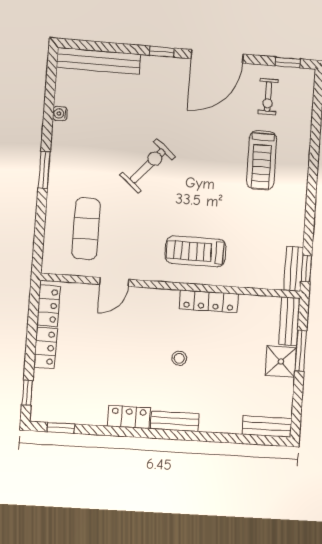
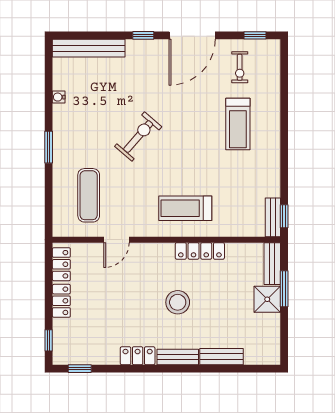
stool: (179, 358) -> (178, 302), width x1.89, depth x1.89
bench: (267, 426) -> (222, 357), moved

